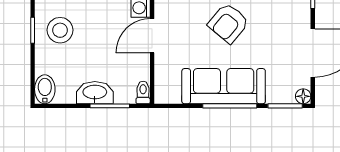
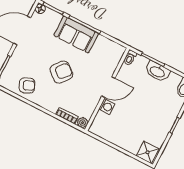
stool: (60, 30) -> (159, 117), removed
sofa: (224, 86) -> (76, 34), width x0.73

